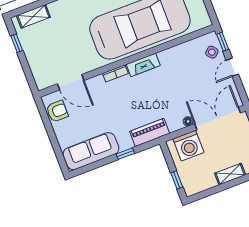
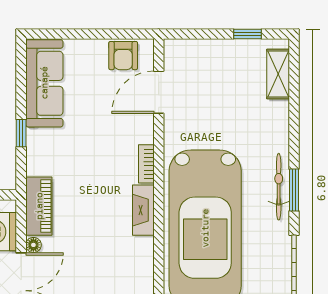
piano: (150, 132) -> (39, 206), moved

